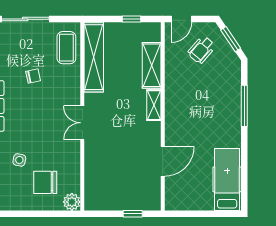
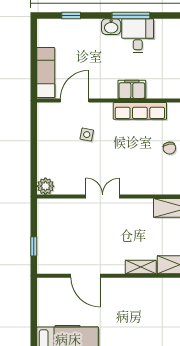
double door: (82, 123) -> (103, 197), moved
chair: (45, 182) -> (65, 160), removed

